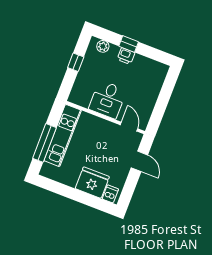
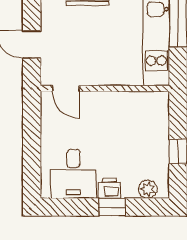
desk: (108, 100) -> (73, 174), moved, turned 180

